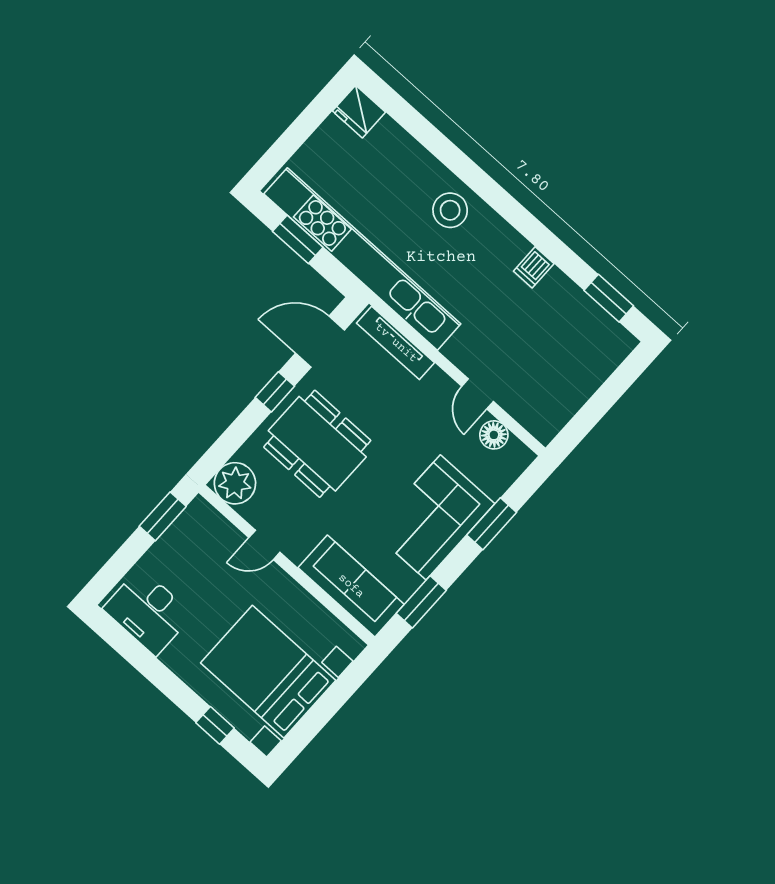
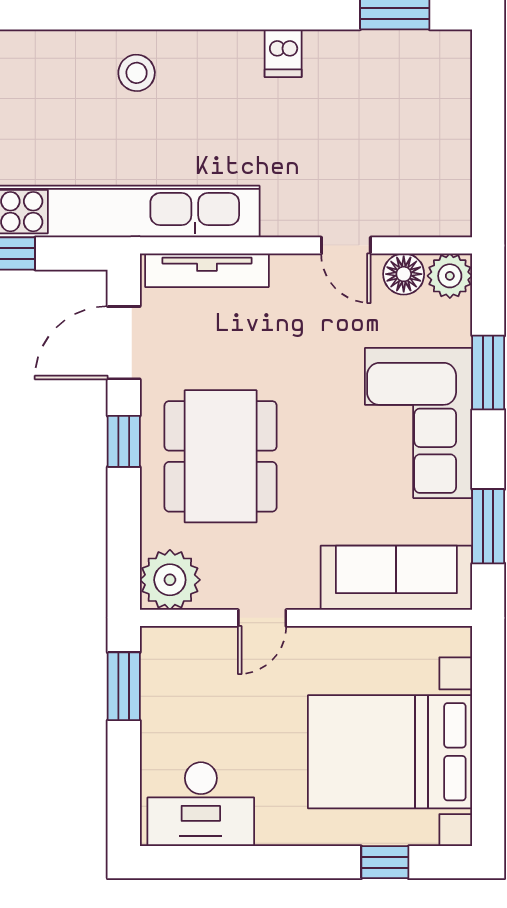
stool: (450, 210) -> (137, 73), width x0.73, depth x0.73
dining table: (317, 444) -> (221, 456), turned 90
plant: (516, 457) -> (450, 276), added

